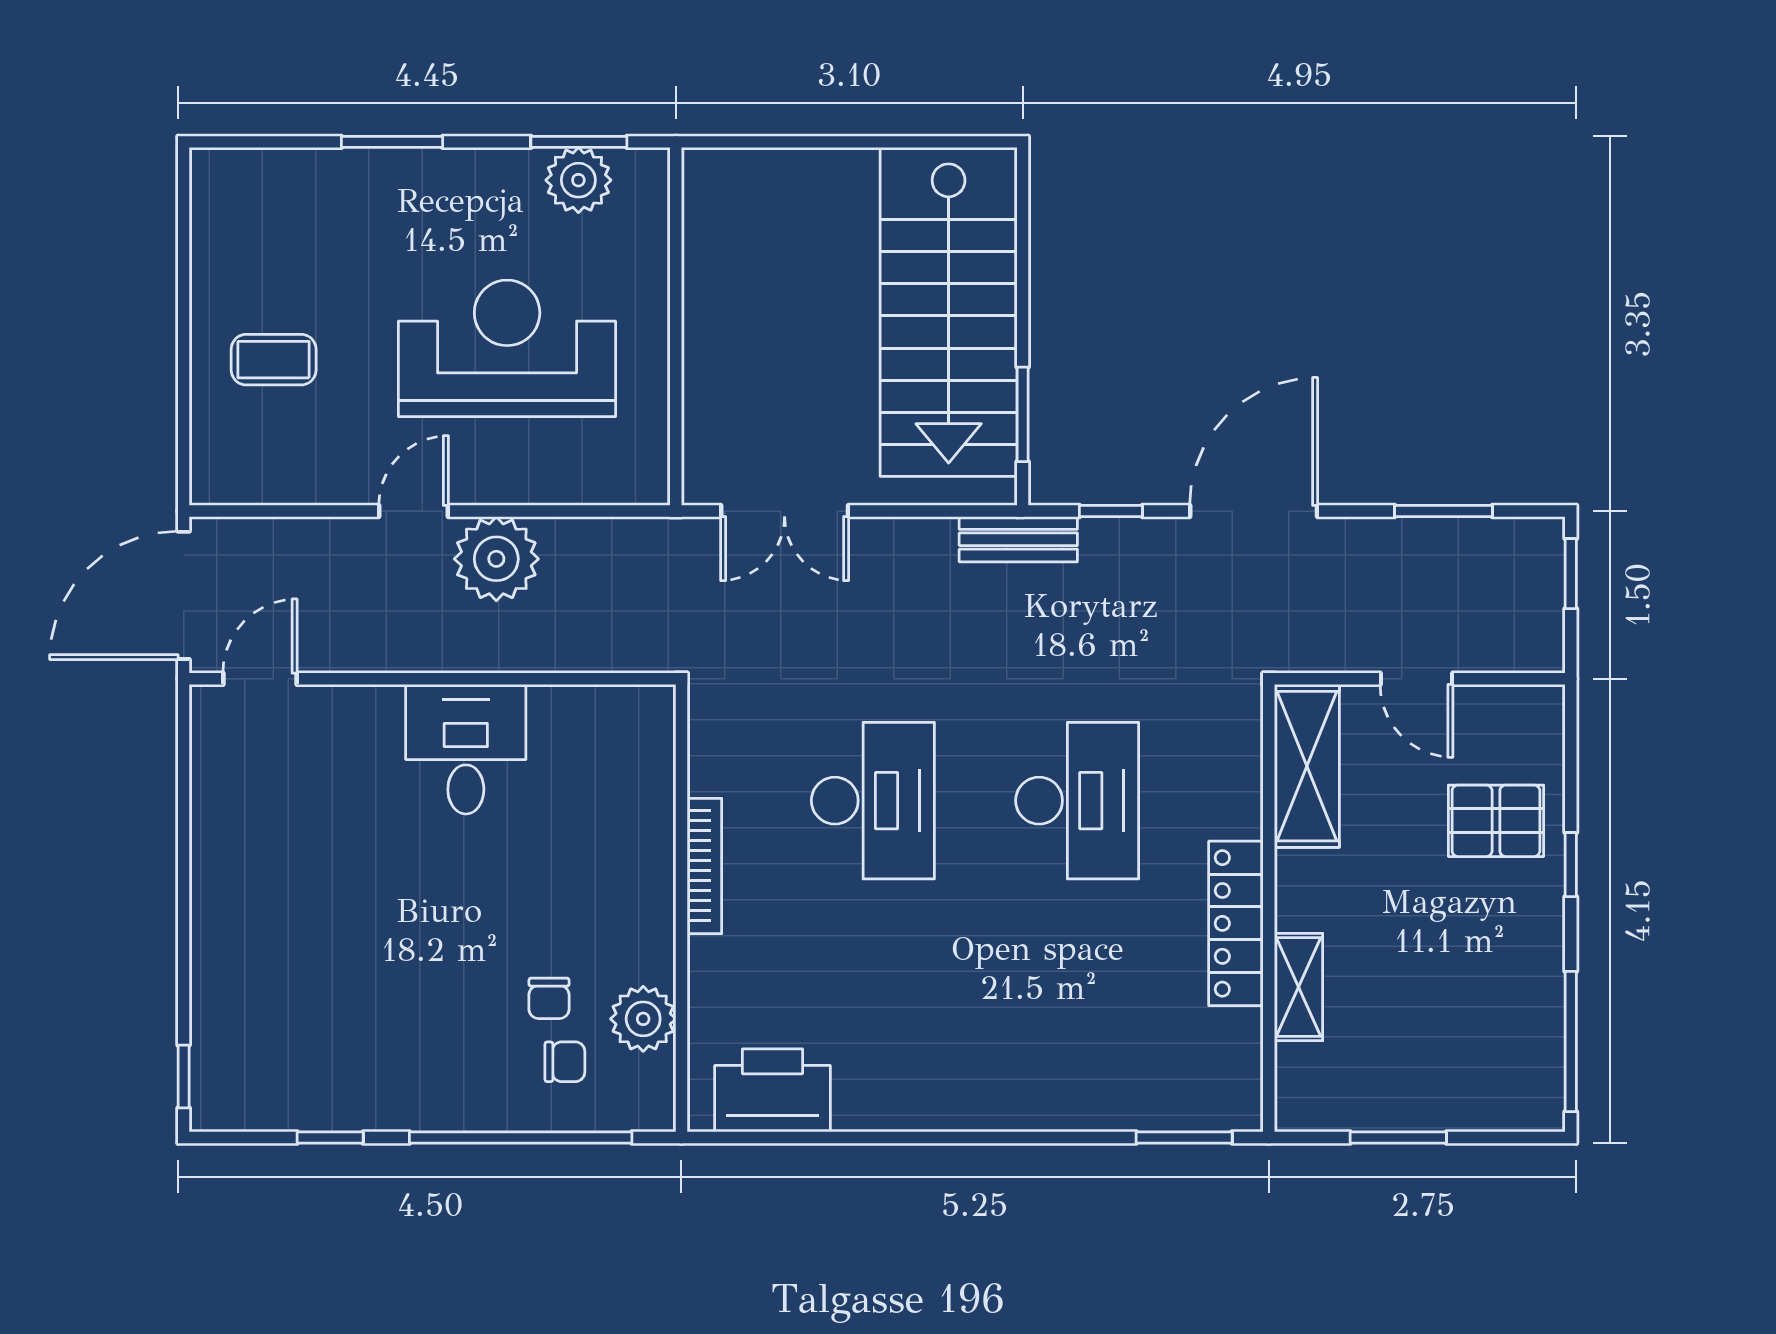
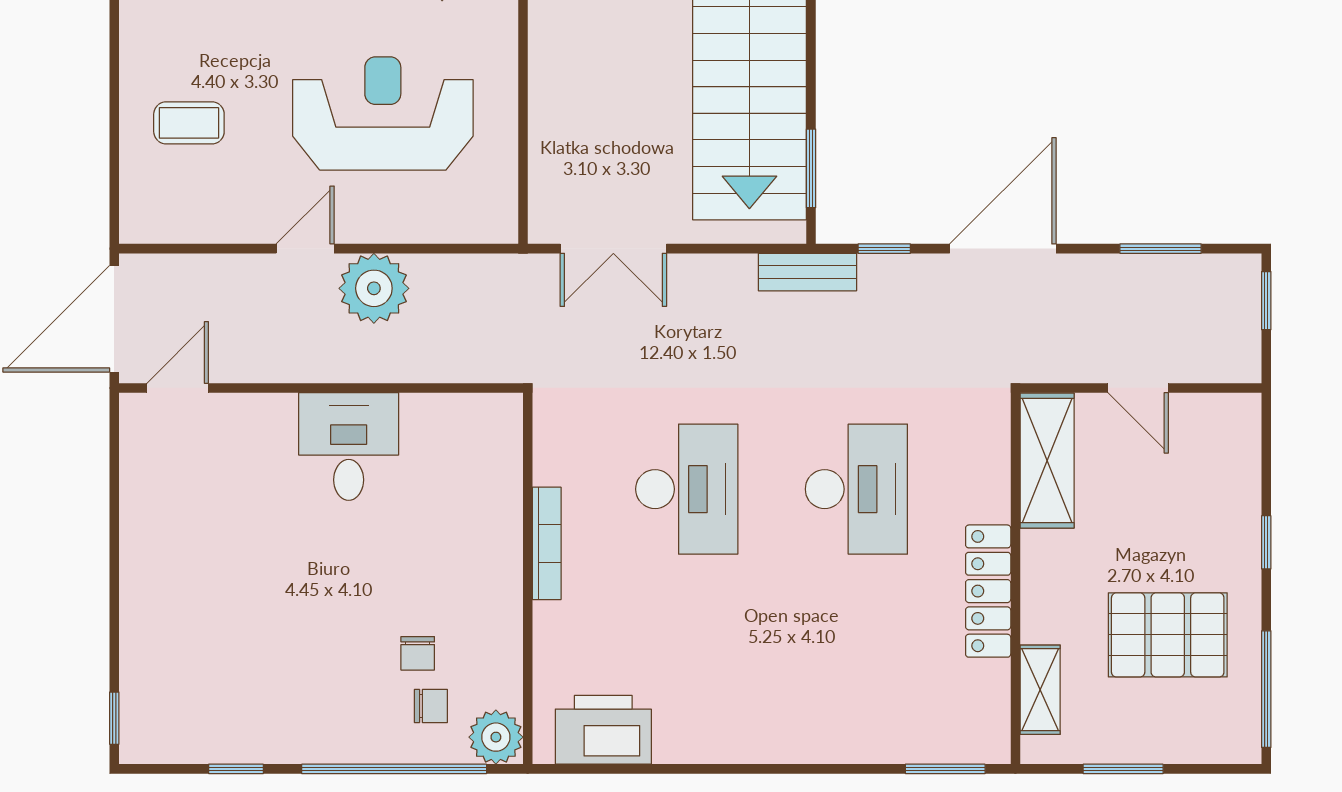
pallet: (1496, 821) -> (1168, 635), moved, width x1.50, depth x1.42
shelving: (1298, 987) -> (1040, 690), moved
plant: (643, 1019) -> (496, 737), moved

